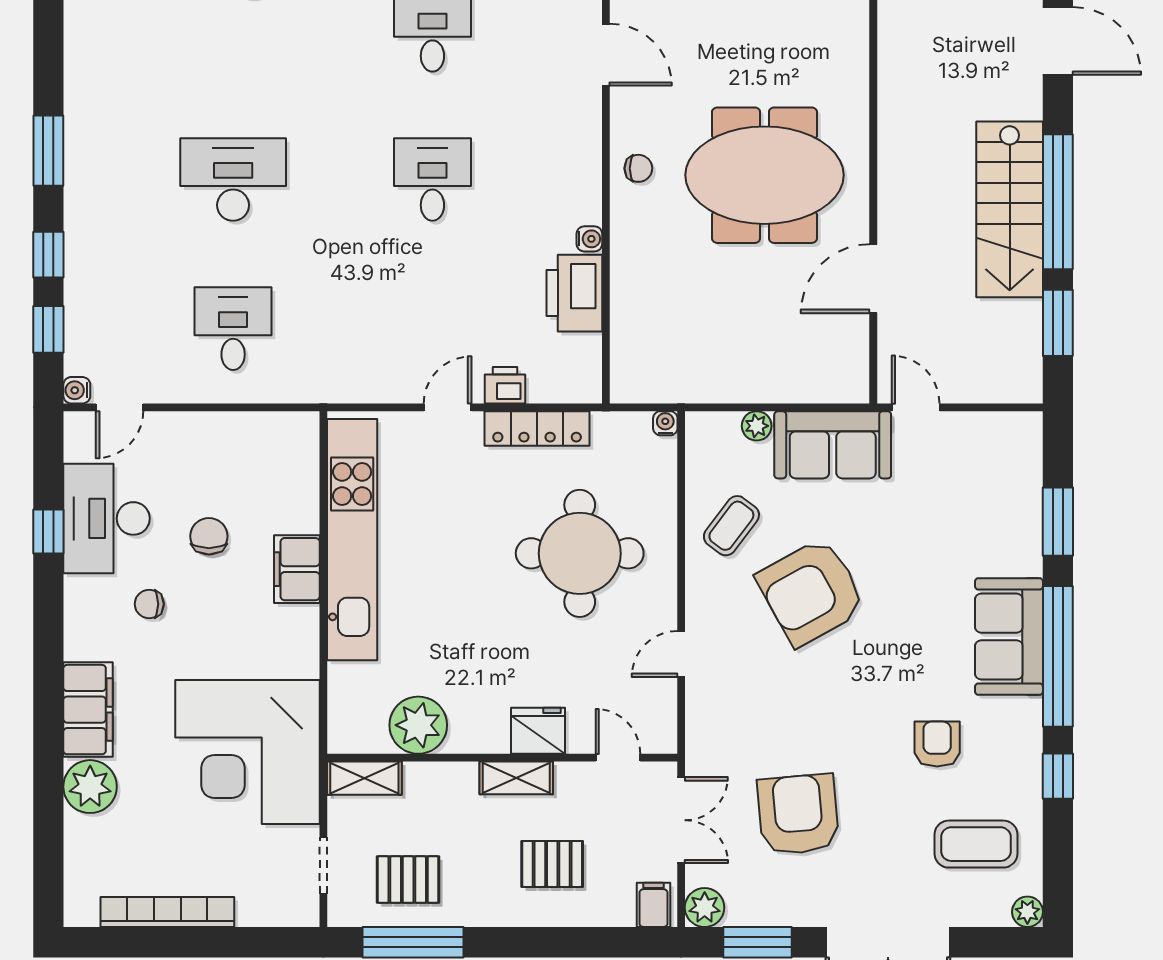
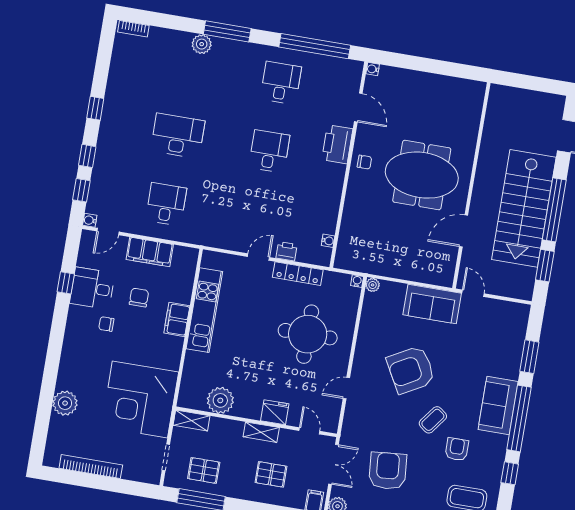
window: (48, 151) -> (95, 108), width x0.67
stairs: (1010, 209) -> (524, 208), width x1.36, depth x1.51
water cooler: (589, 239) -> (328, 241), moved
printer: (574, 293) -> (337, 144), moved
plant: (757, 426) -> (373, 285), moved
desk: (107, 518) -> (92, 288), width x0.73
coffee table: (731, 526) -> (433, 420), moved
kitchen unit: (352, 540) -> (204, 310), width x0.73
filing cabinet: (88, 710) -> (150, 252), moved, turned 90

